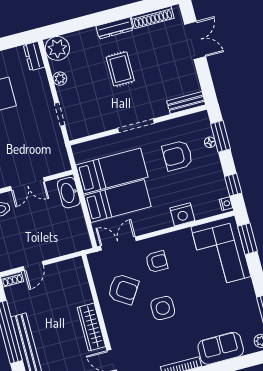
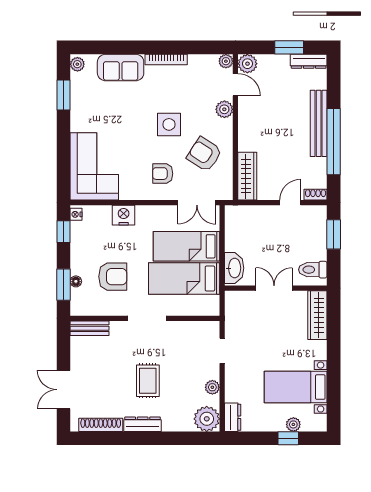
window: (247, 239) -> (64, 172), removed
wardrobe: (91, 327) -> (247, 176), moved
plant: (116, 335) -> (224, 109), added

